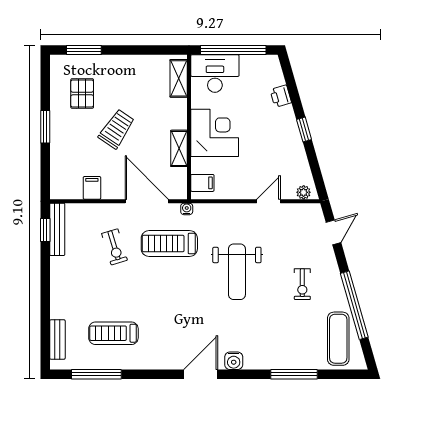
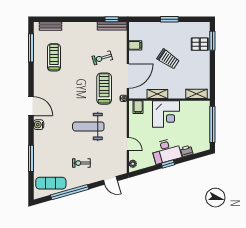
desk: (215, 73) -> (166, 151), moved, turned 74
pallet: (82, 93) -> (200, 44), moved

